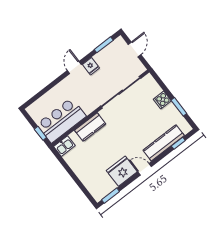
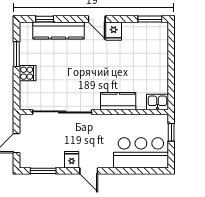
door: (74, 67) -> (89, 171), hinge flipped
bar counter: (61, 120) -> (141, 153), moved, turned 180
fridge: (122, 171) -> (114, 31), width x0.53, depth x0.75

